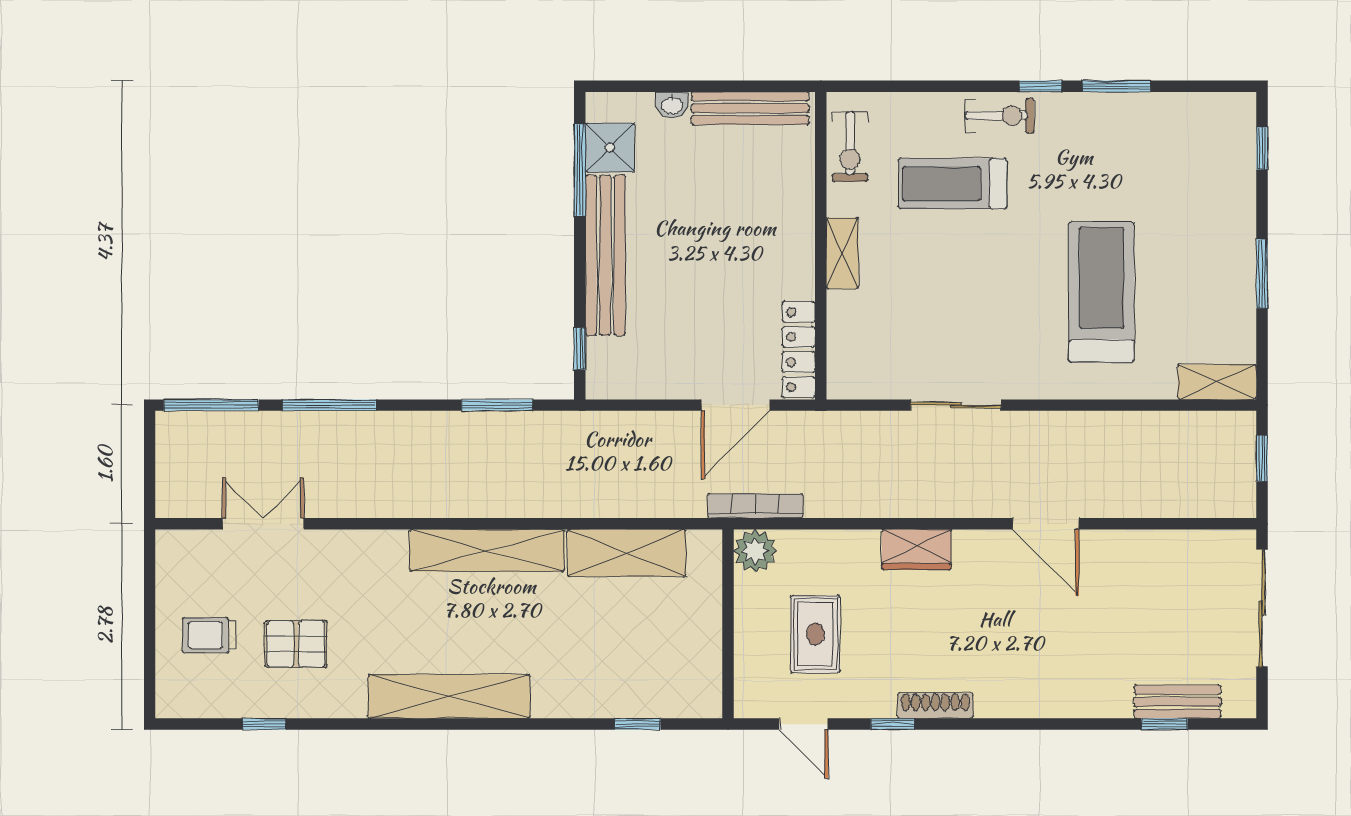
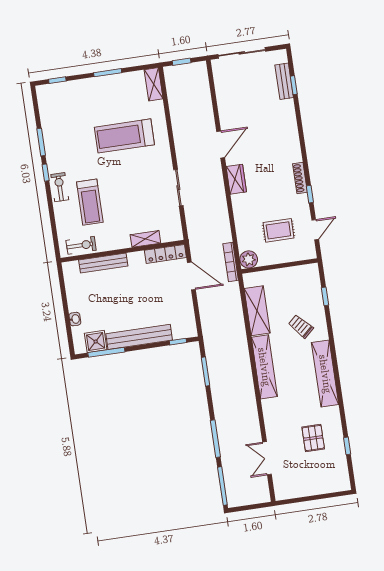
bench: (750, 108) -> (103, 263), moved, turned 90
shelving: (842, 253) -> (145, 239), moved
wardrobe: (917, 550) -> (236, 179), moved
trolley: (209, 635) -> (301, 326), moved, turned 138

